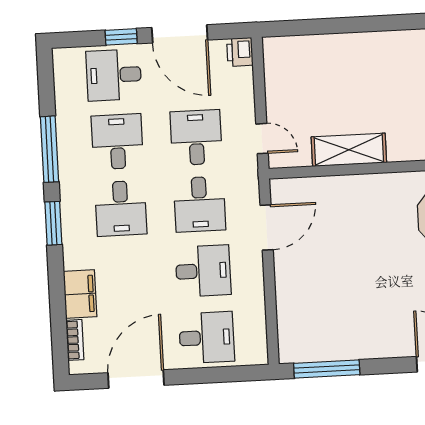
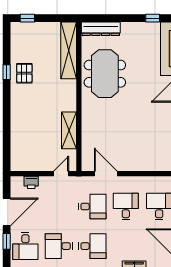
printer: (240, 52) -> (31, 182), moved
desk: (196, 138) -> (59, 207), removed

